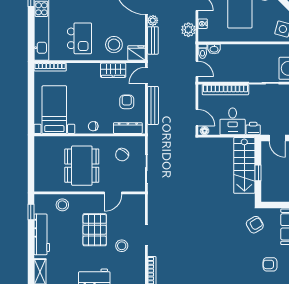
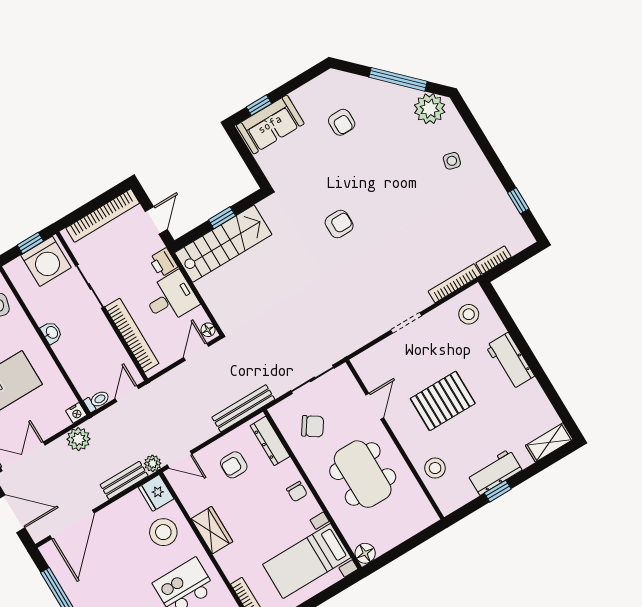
plant: (153, 20) -> (153, 463), moved
nightstand: (203, 24) -> (76, 413), moved
washbasin: (214, 49) -> (52, 333), moved
wardrobe: (113, 70) -> (212, 530), moved
bench: (153, 105) -> (243, 408), moved
floor lamp: (40, 142) -> (365, 553), added
dining table: (82, 166) -> (363, 474), turned 90
door: (113, 193) -> (375, 406), hinge flipped
window: (31, 212) -> (498, 491), moved
armchair: (255, 225) -> (339, 224), moved, turned 121
workbench: (42, 234) -> (495, 472), width x0.73
stool: (122, 246) -> (469, 314), moved

